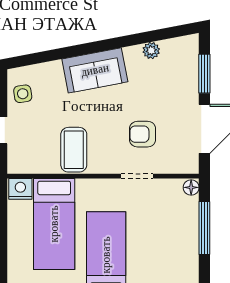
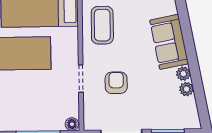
plant: (133, 54) -> (183, 74), added
coffee table: (74, 150) -> (102, 25), turned 90

